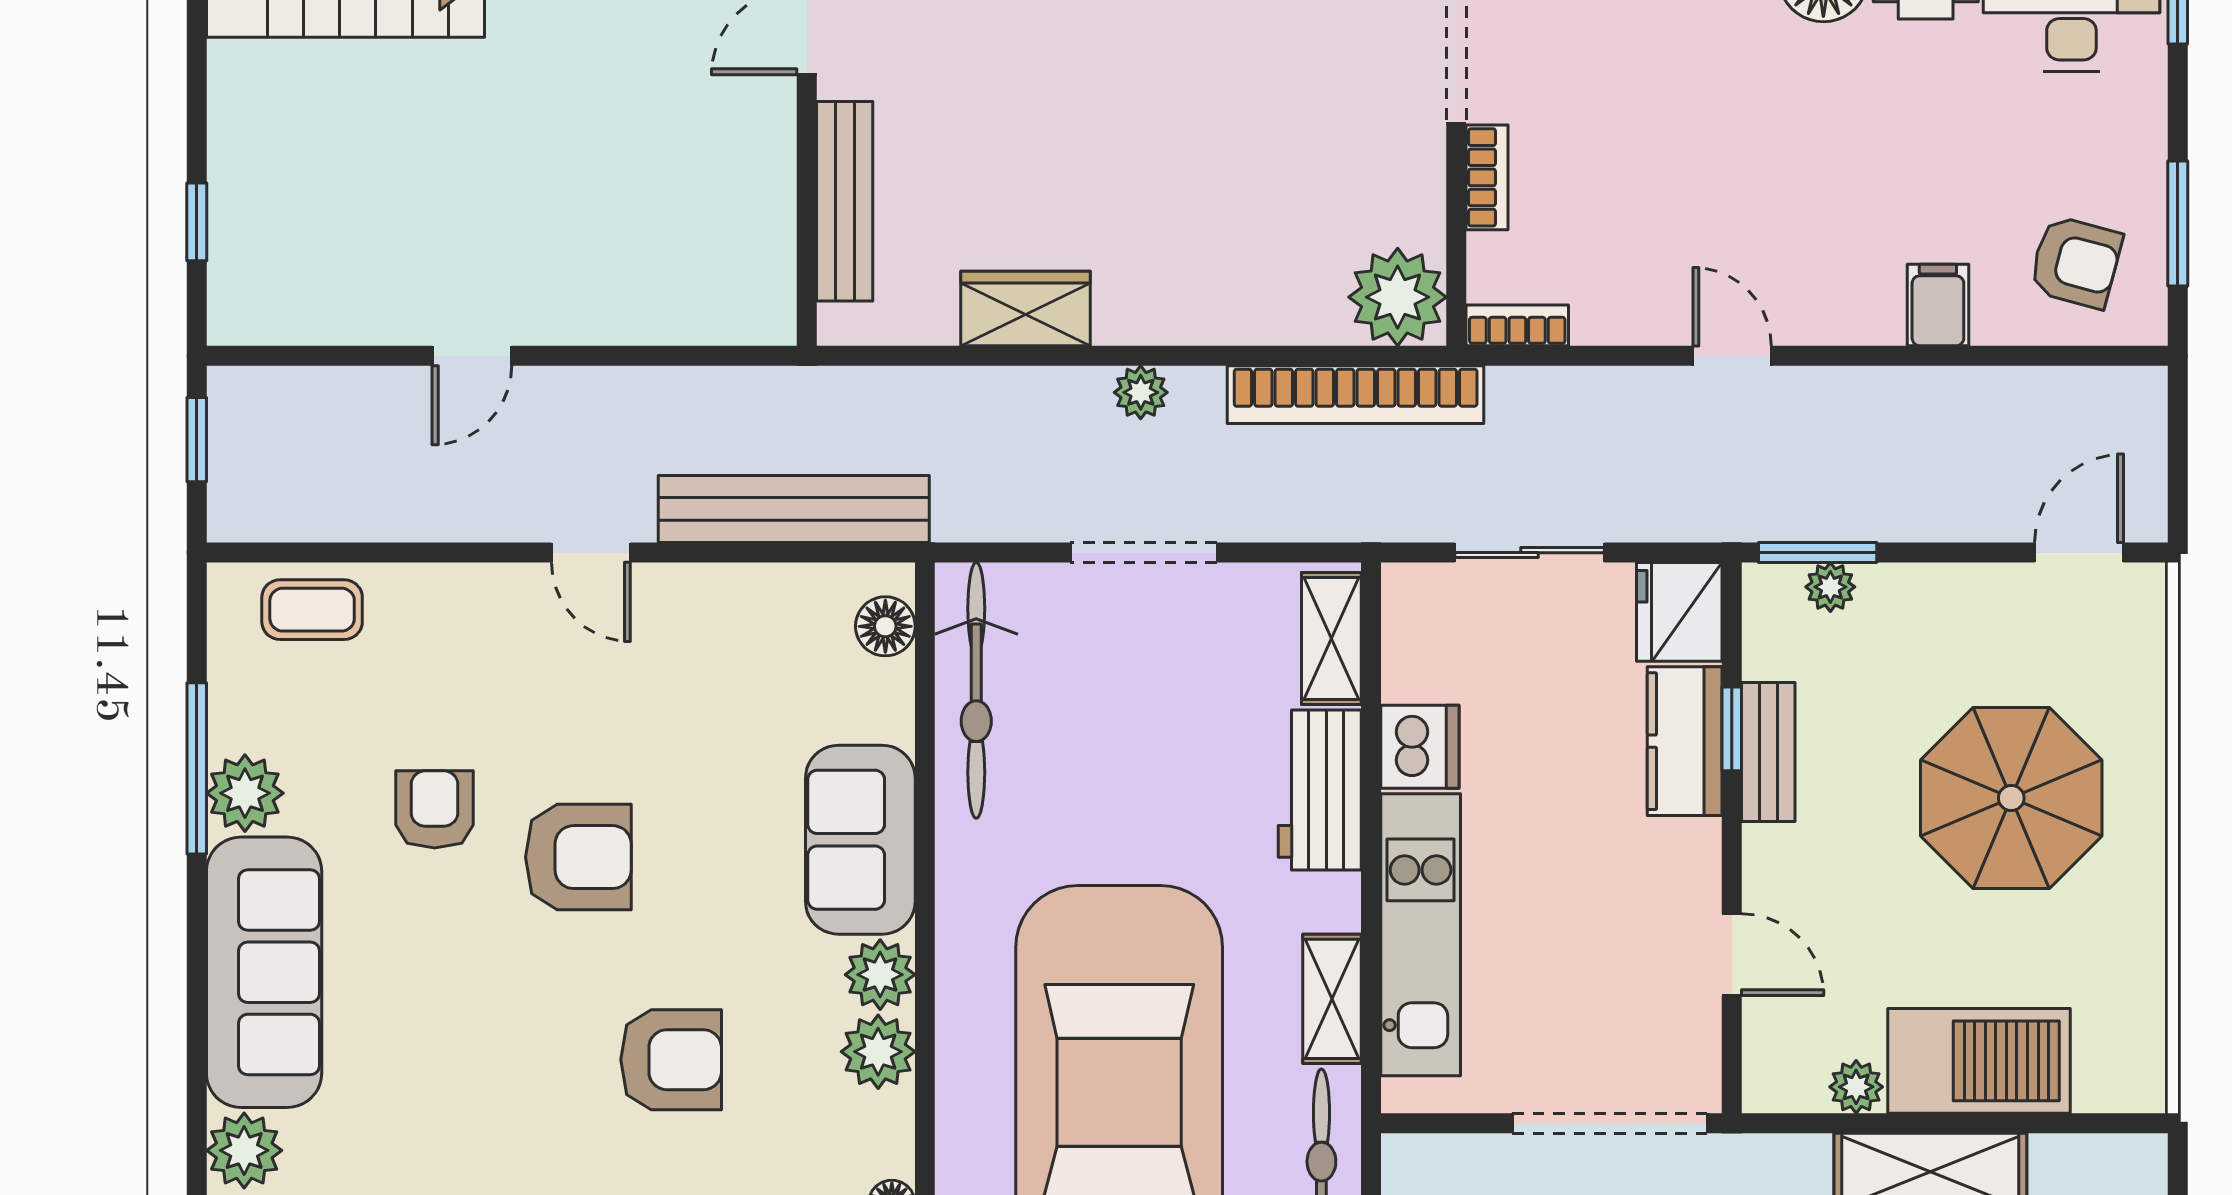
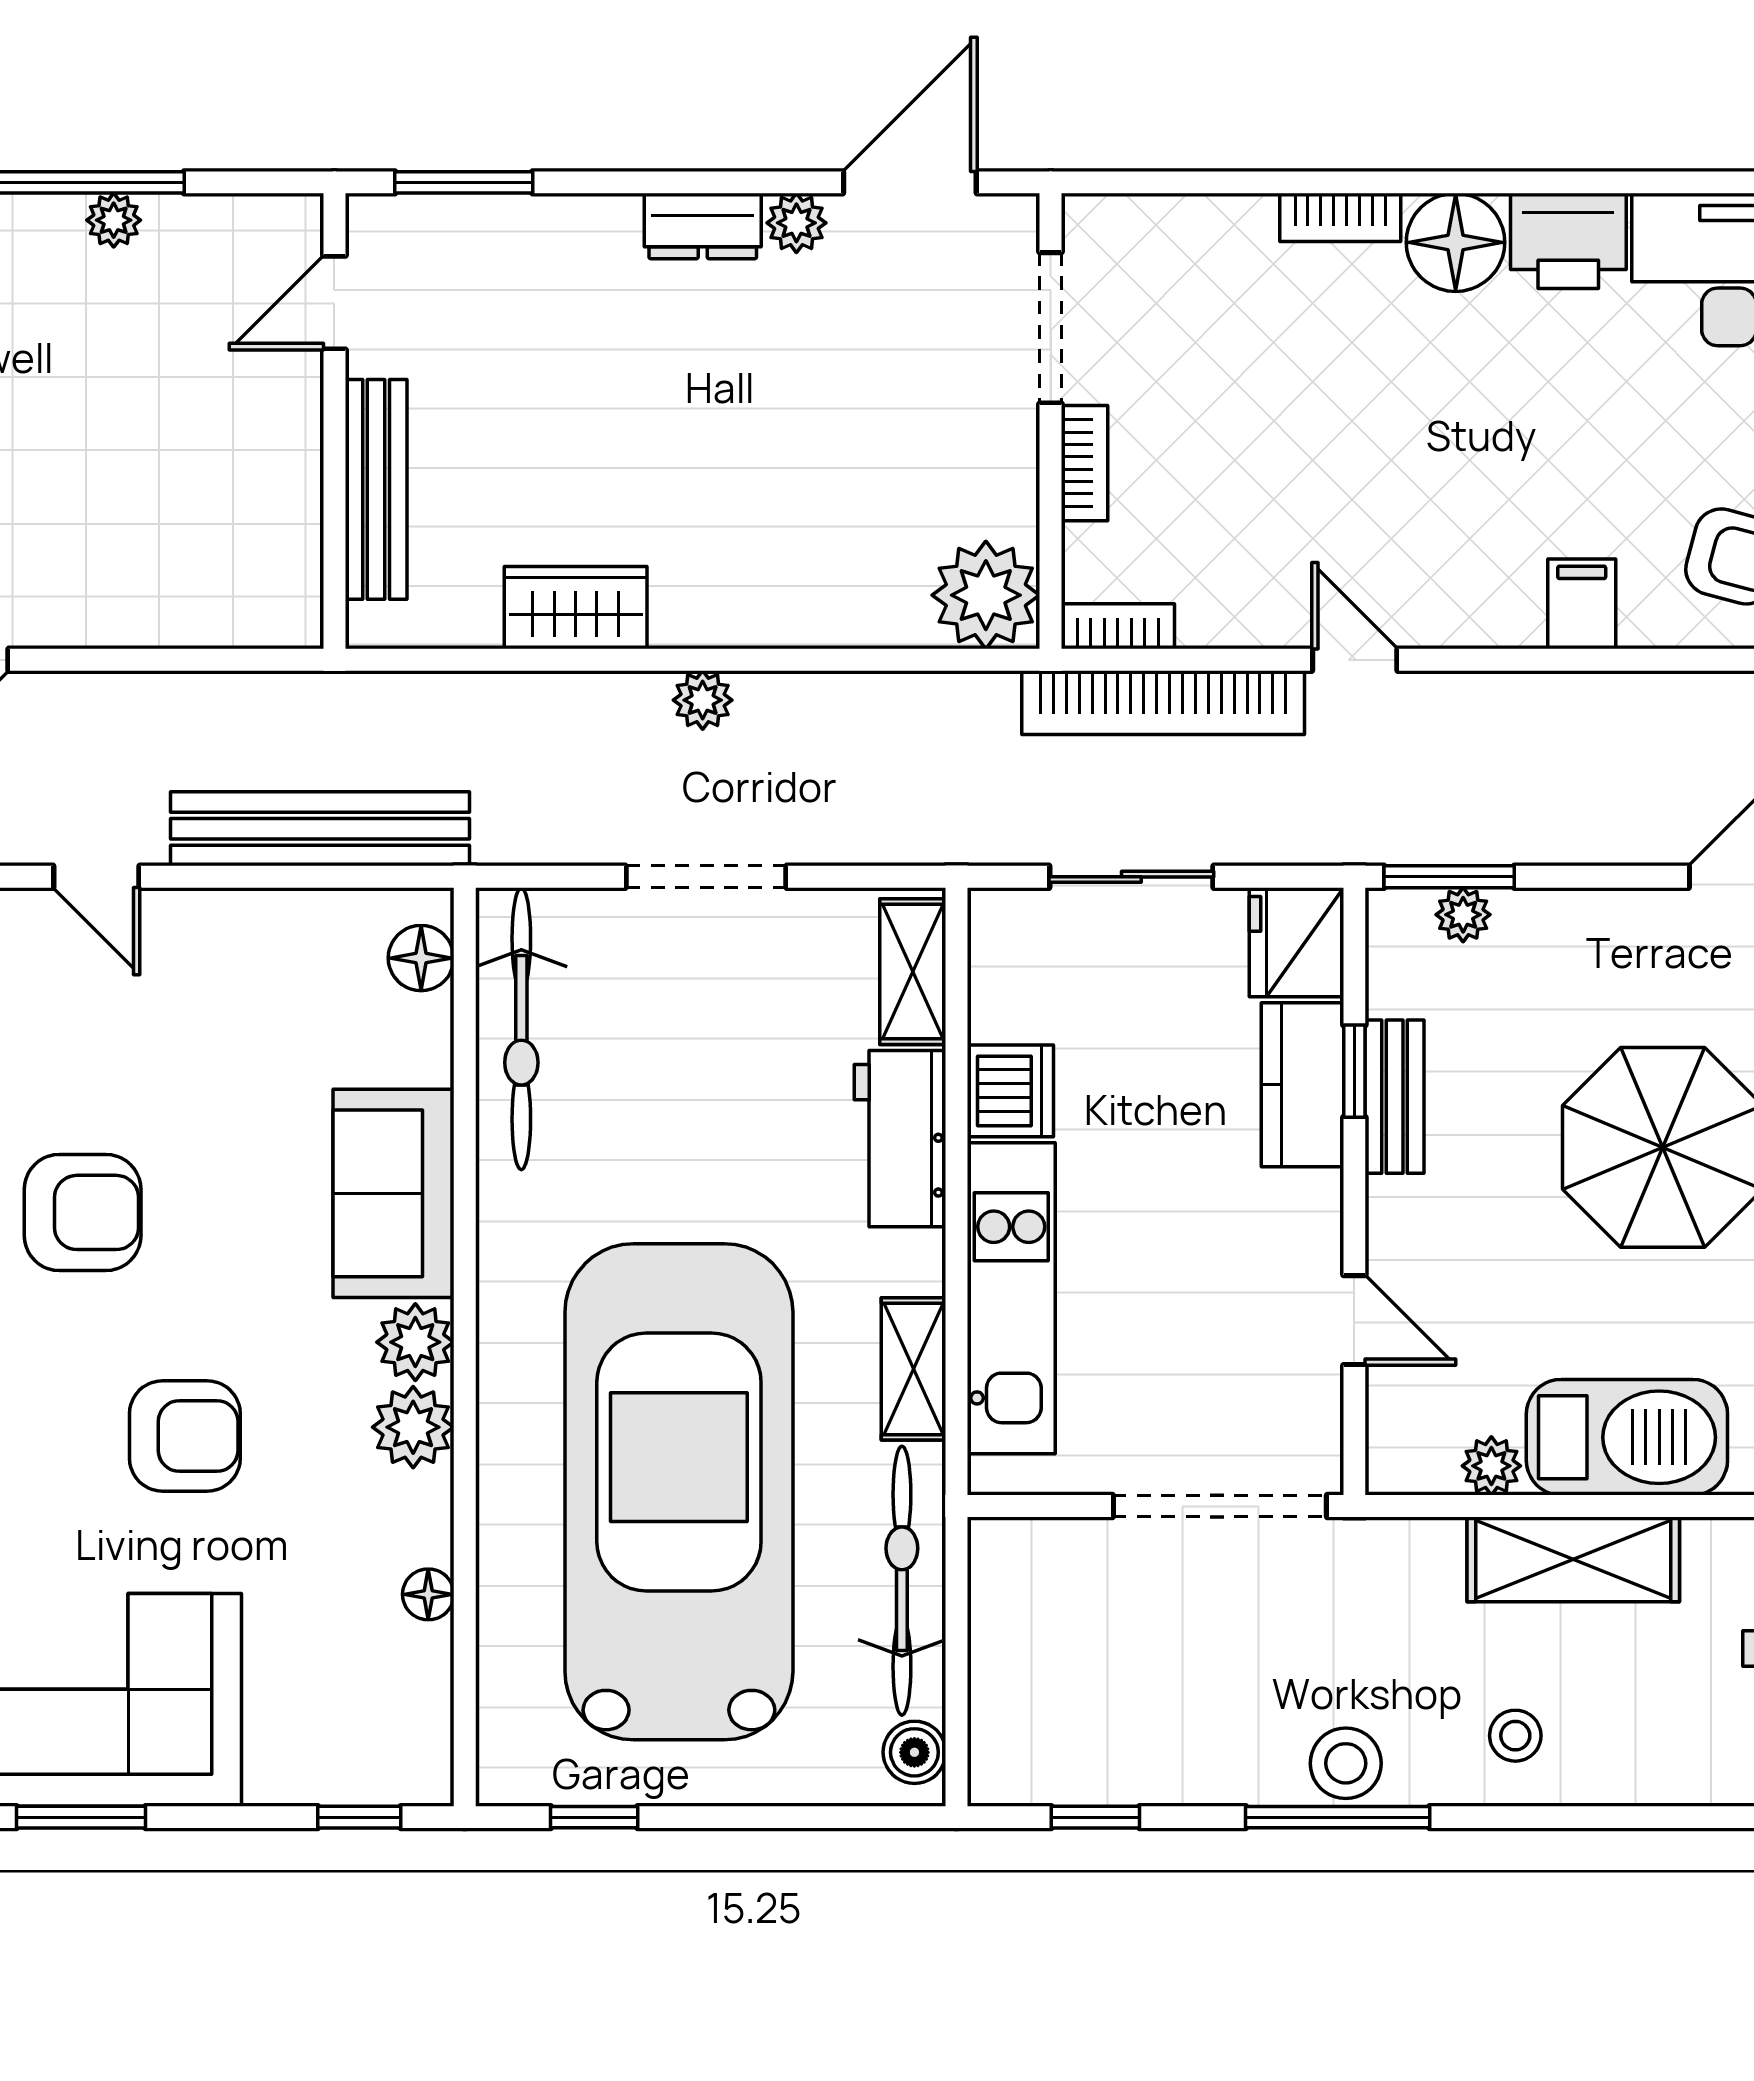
bookcase: (1356, 395) -> (1163, 703), moved

